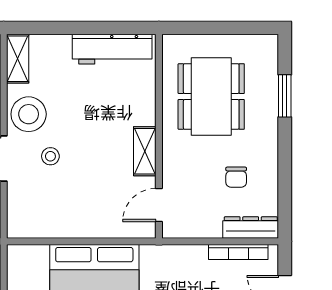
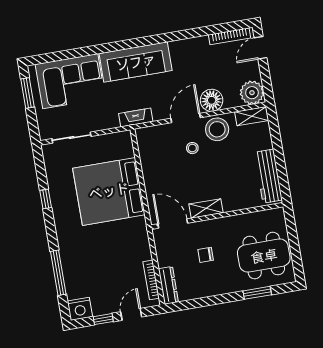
dining table: (211, 97) -> (264, 256), moved
chair: (236, 177) -> (206, 255), moved
door: (159, 205) -> (173, 223), width x1.38

